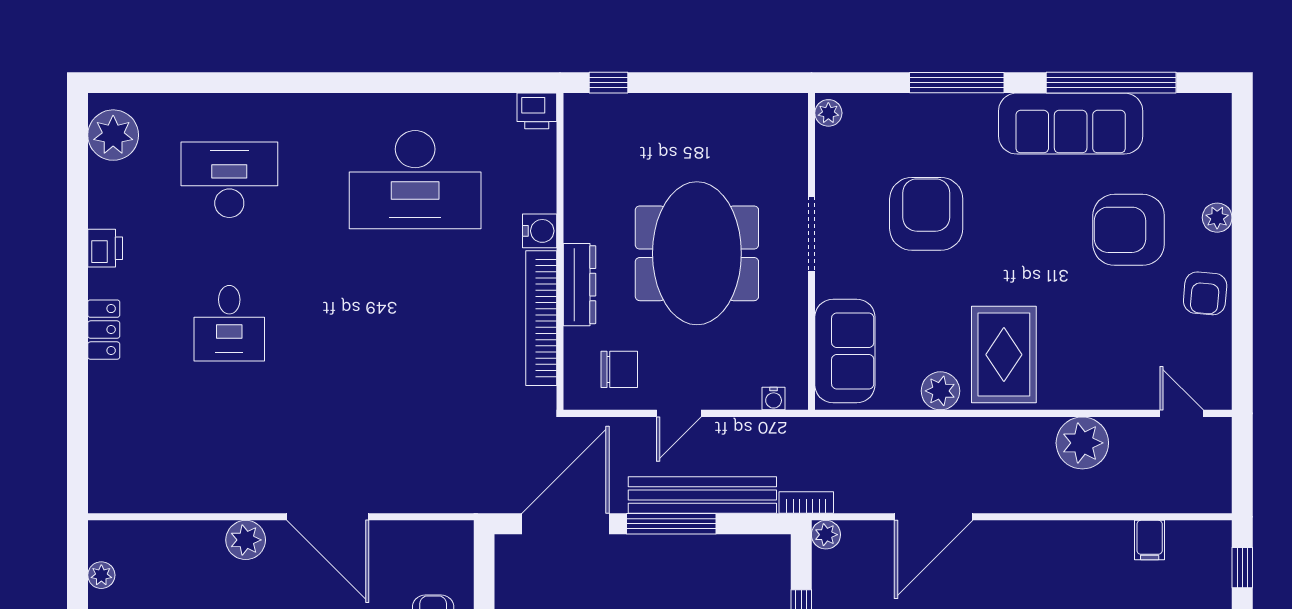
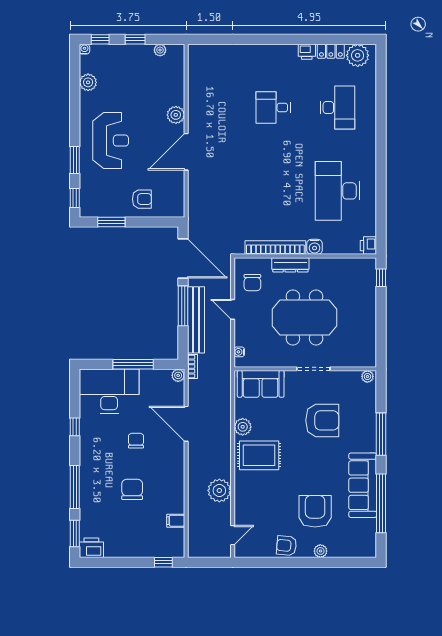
locker: (104, 330) -> (331, 51), moved

